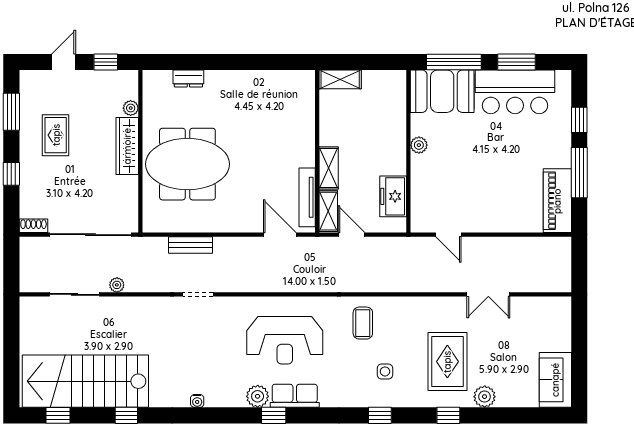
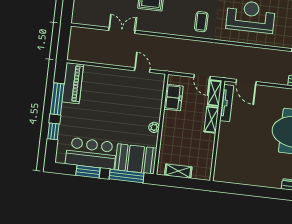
shelving: (340, 79) -> (178, 171), moved

